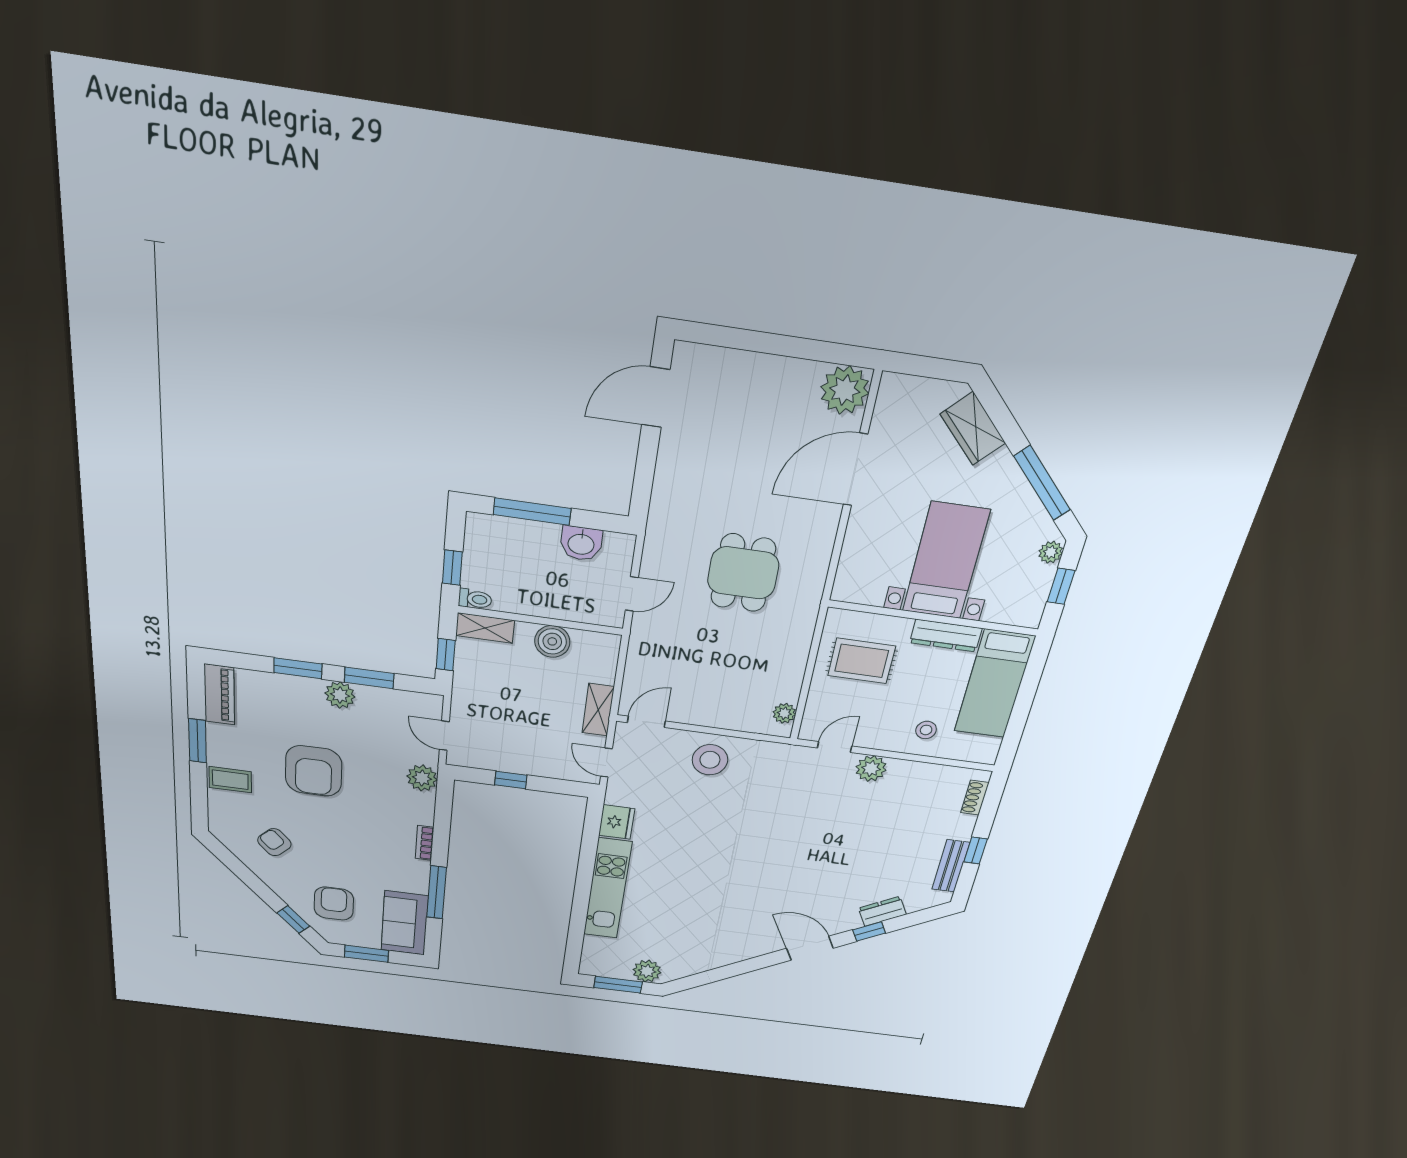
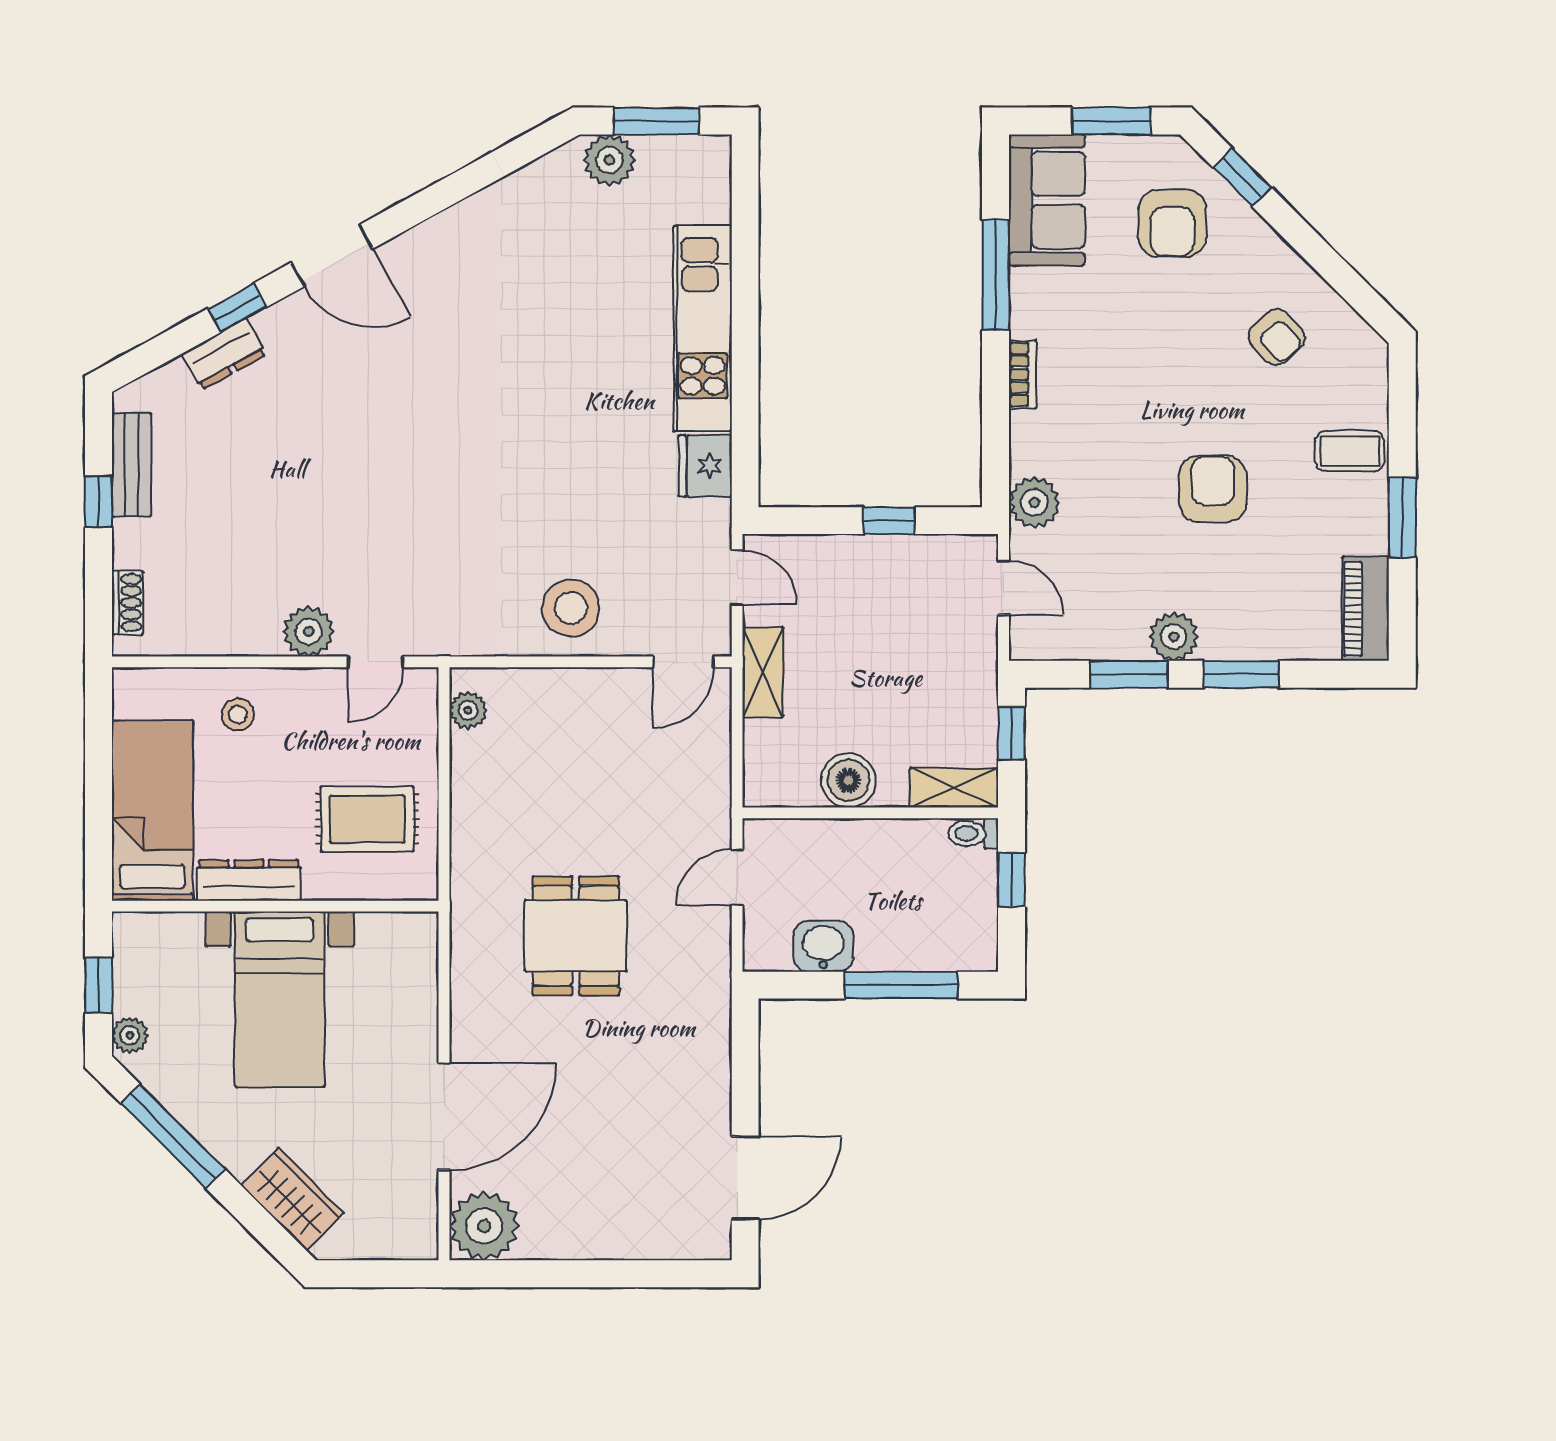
armchair: (314, 771) -> (1213, 489), width x0.73, depth x0.73

